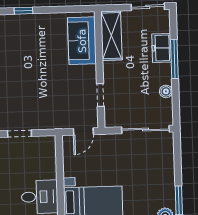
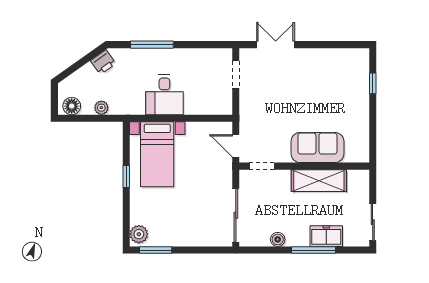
shelving: (111, 36) -> (319, 181), moved
sofa: (82, 41) -> (317, 148), moved
doorway: (100, 95) -> (262, 166), moved

